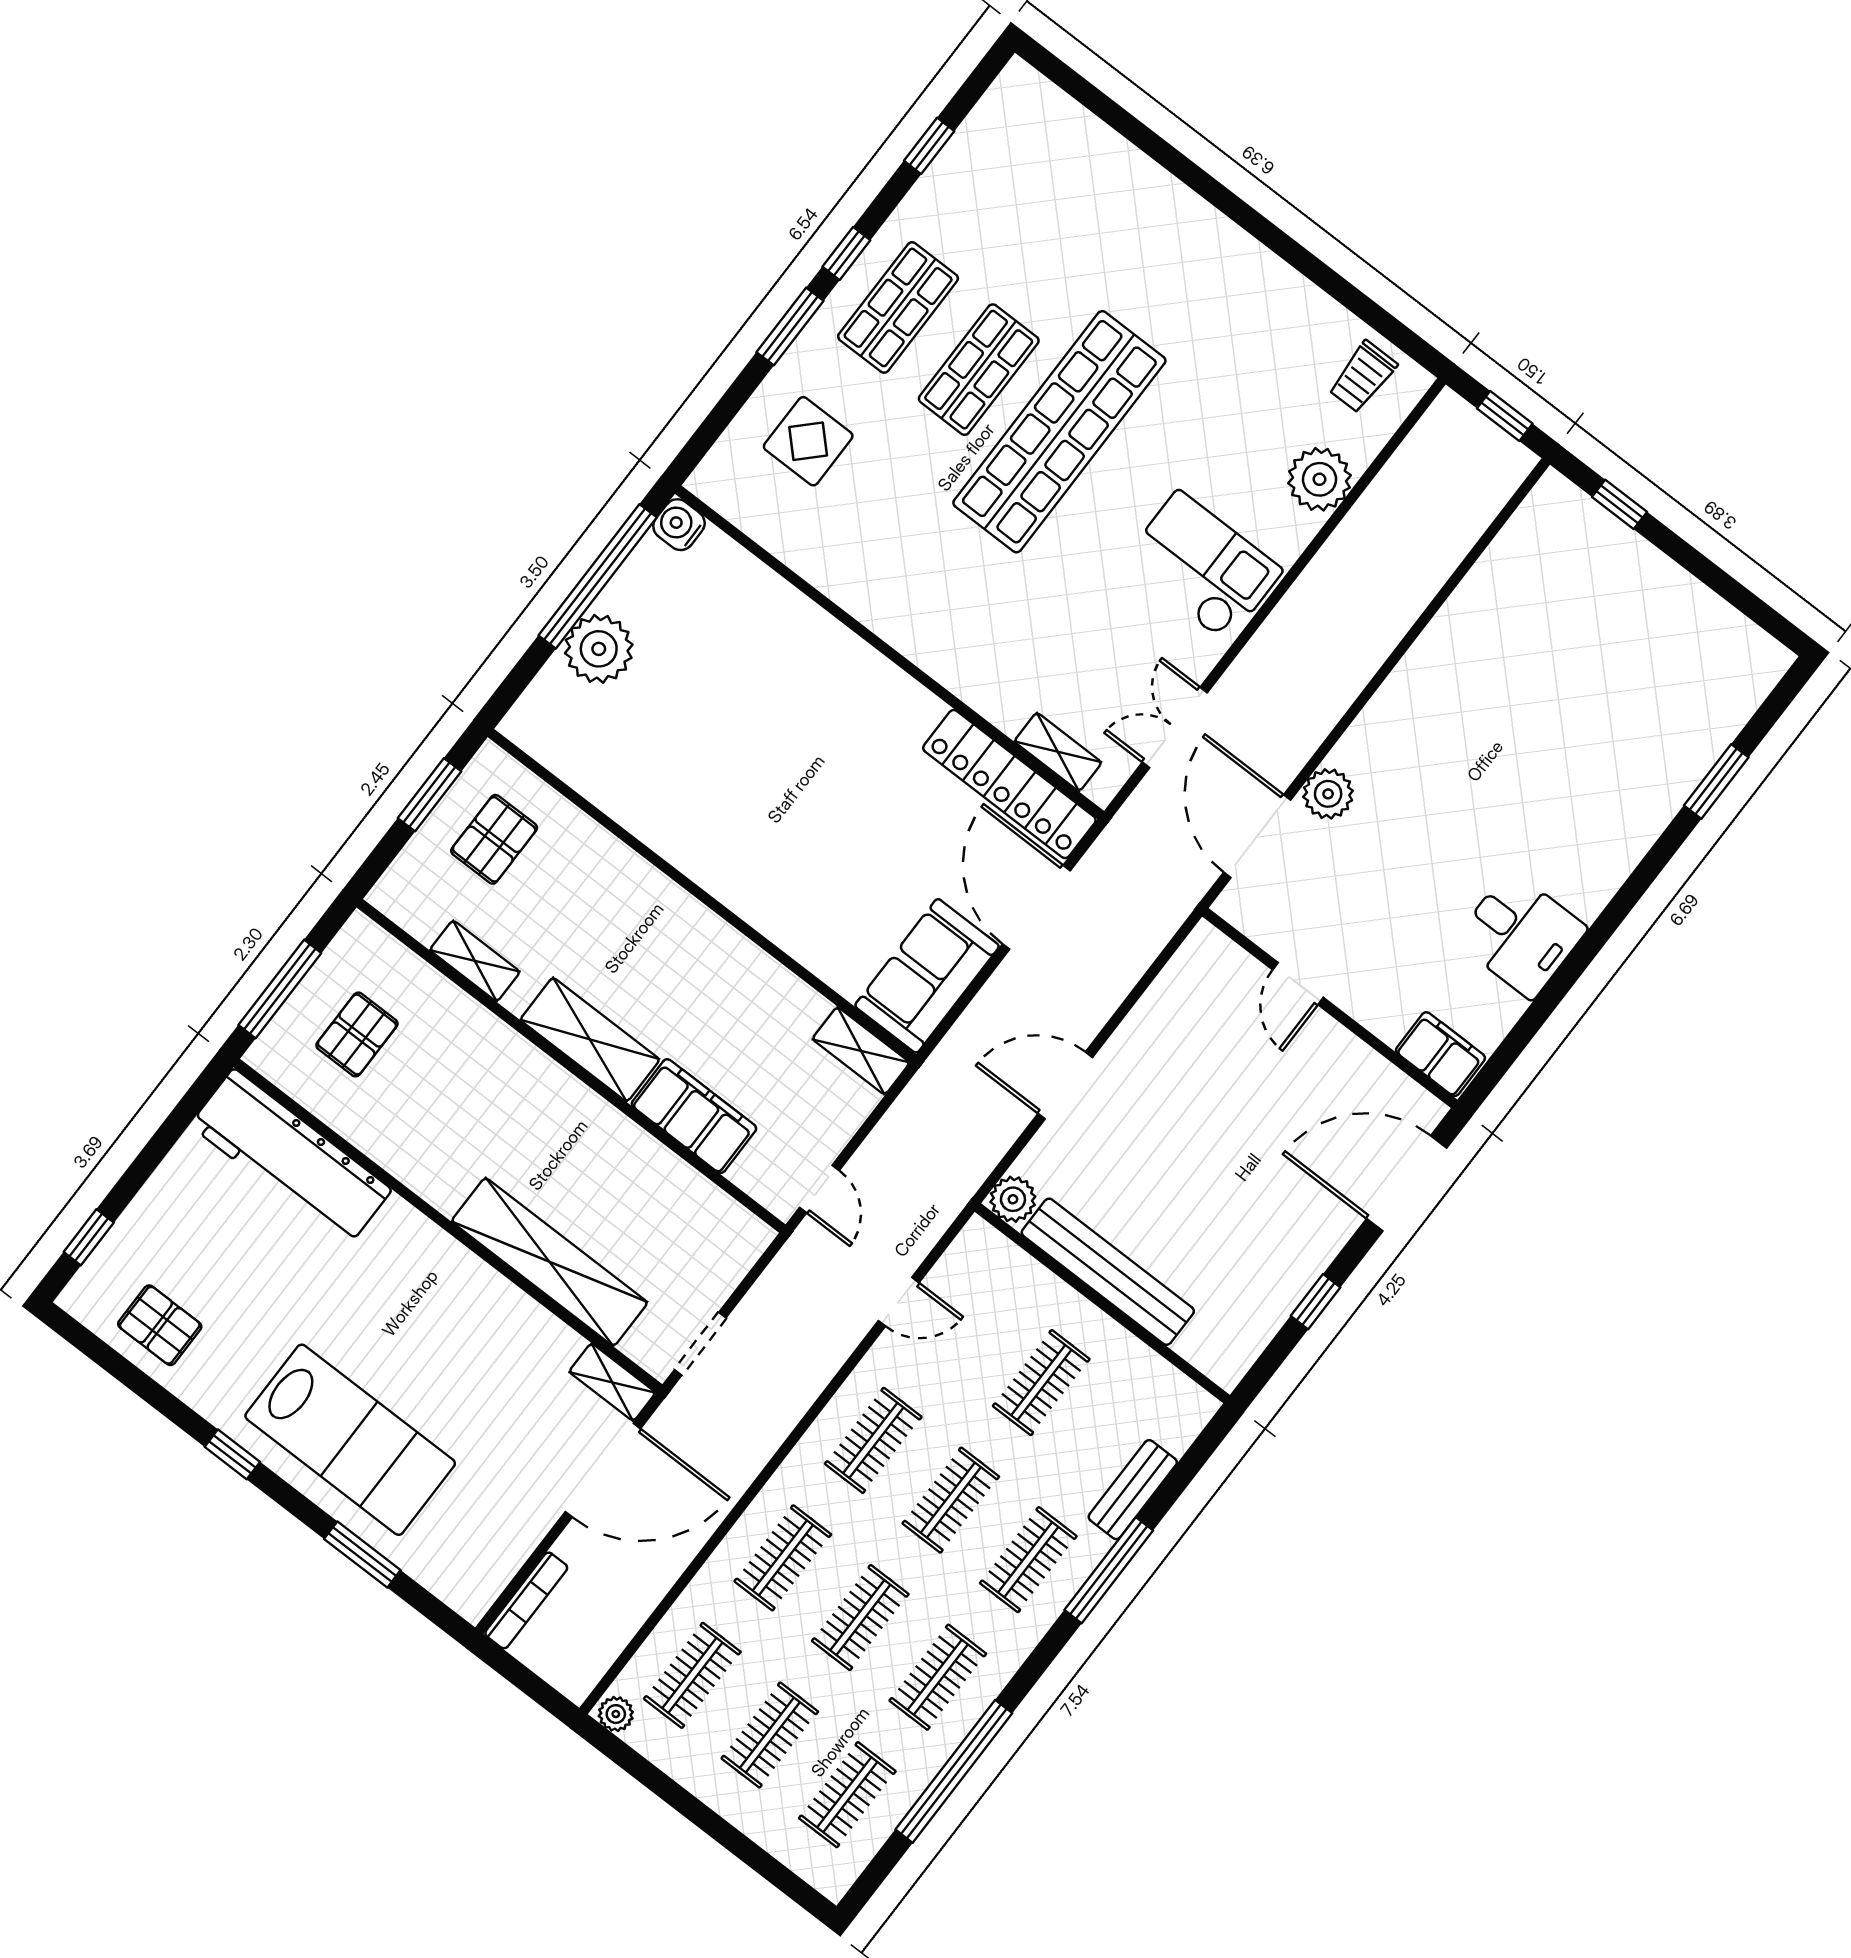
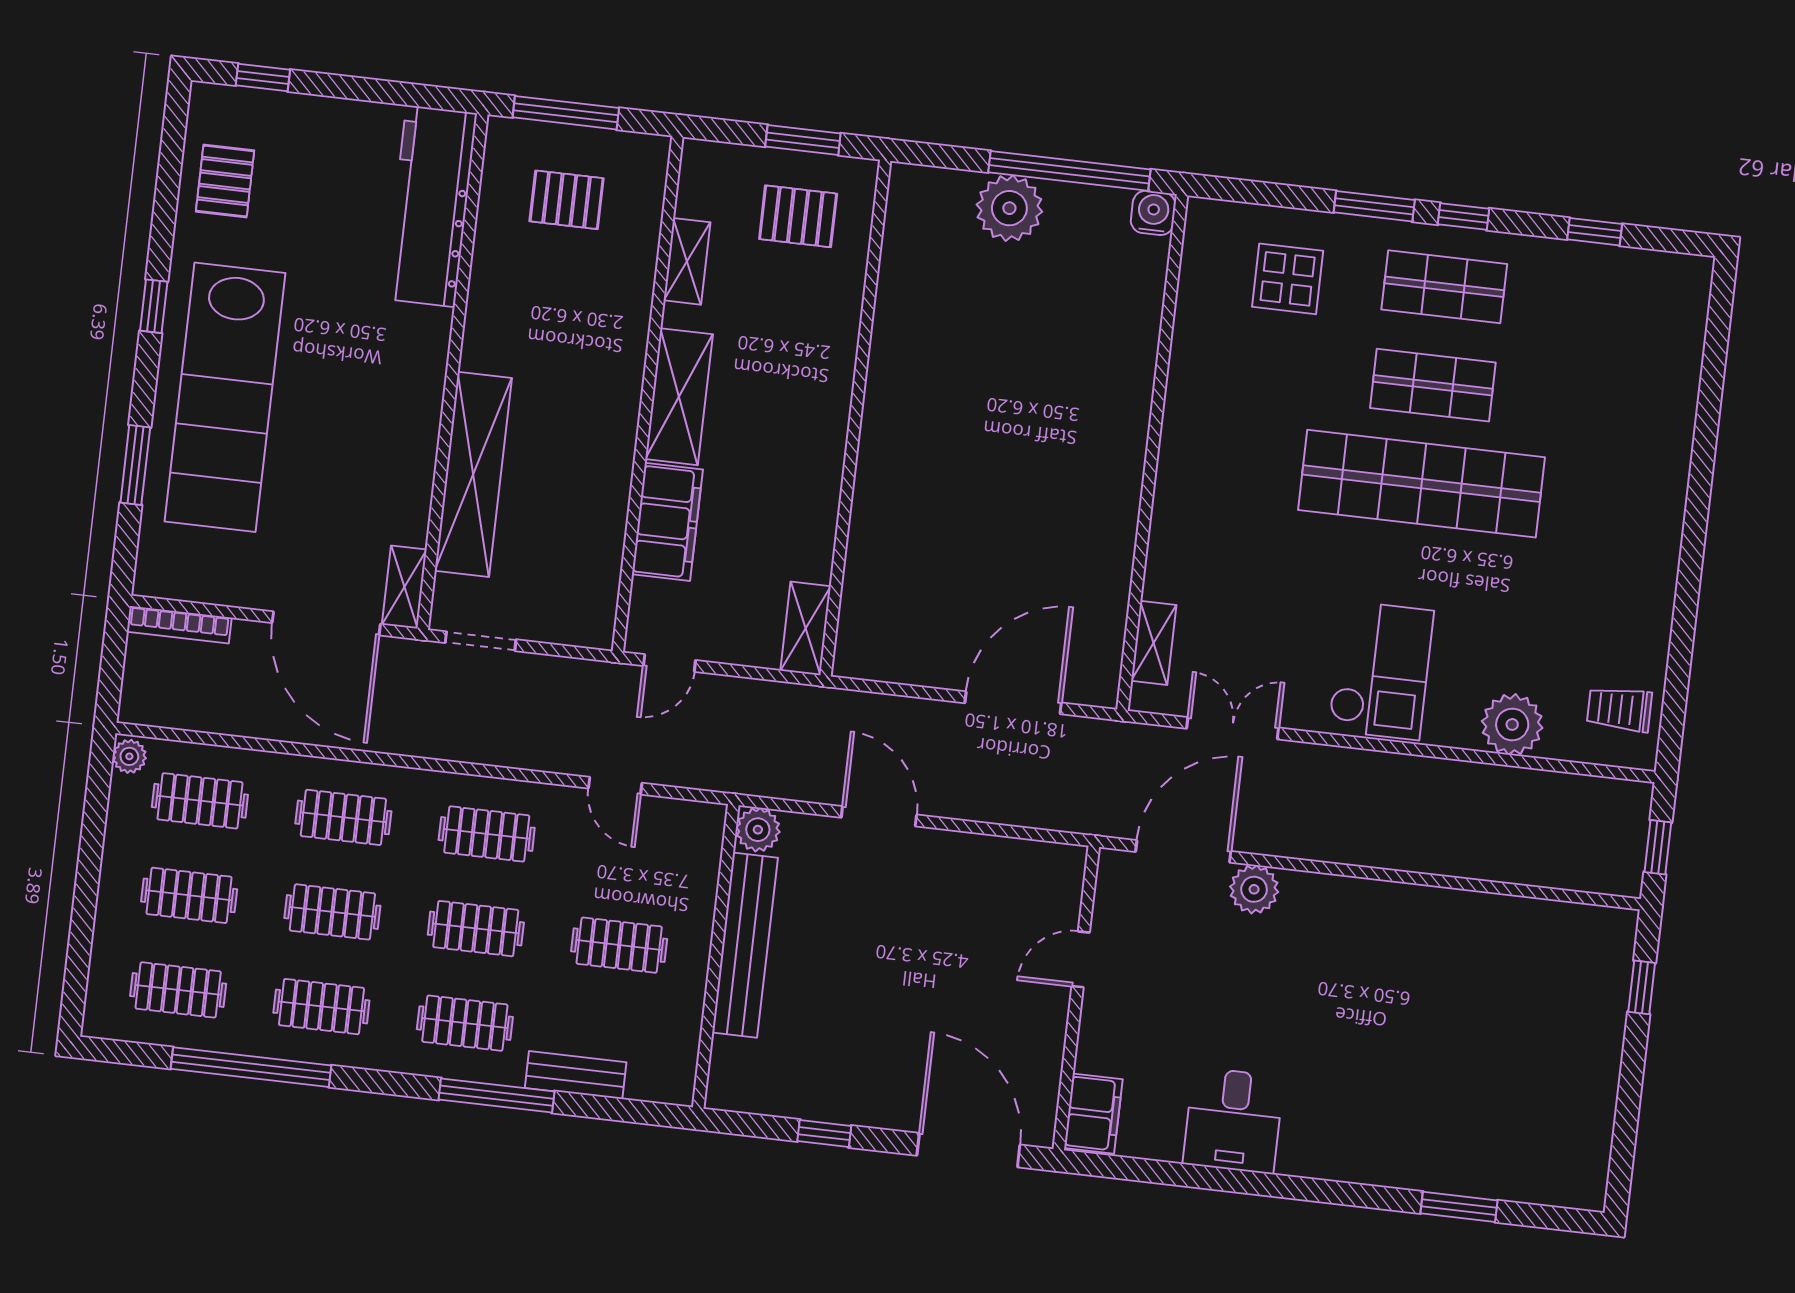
locker: (1009, 784) -> (1103, 619), removed
sofa: (927, 976) -> (901, 646), removed
lab bench: (350, 1440) -> (225, 397), width x1.36

